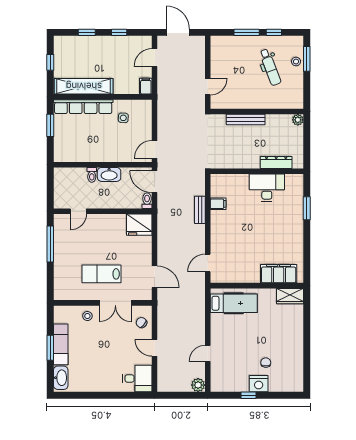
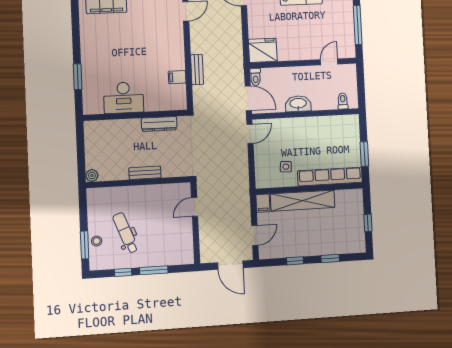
shelving: (84, 86) -> (303, 201), moved
bench: (246, 120) -> (145, 173), width x0.73
dresser: (276, 163) -> (159, 124), moved
toilet: (92, 175) -> (343, 101), moved

